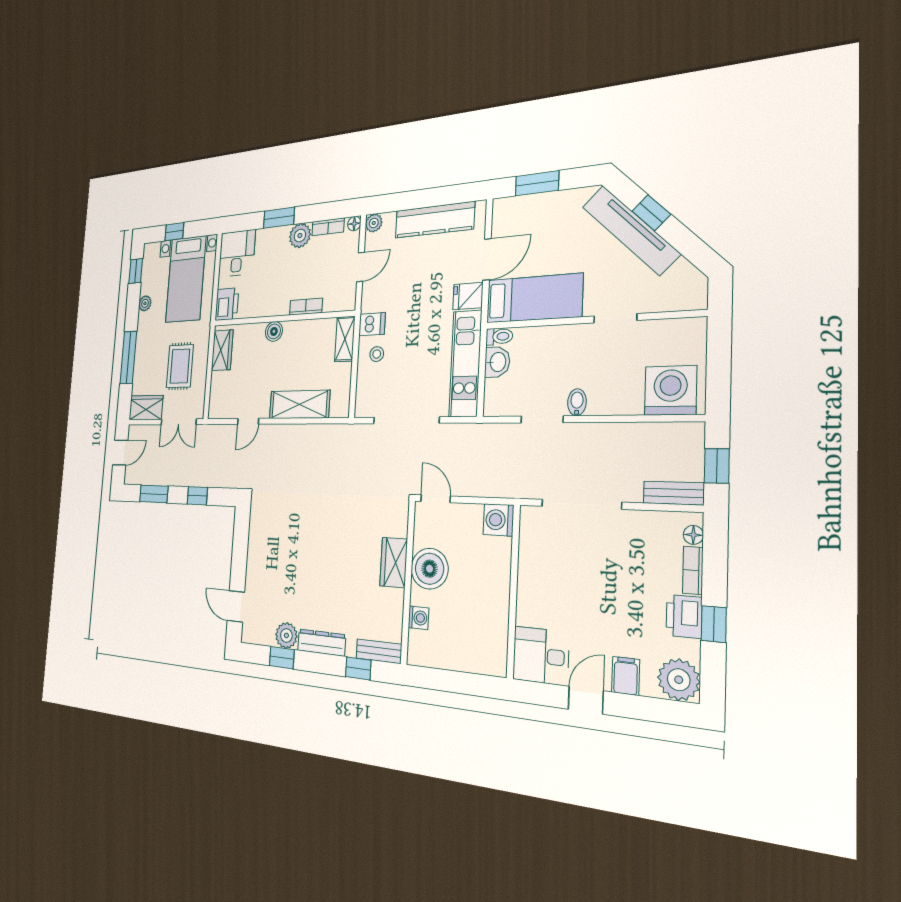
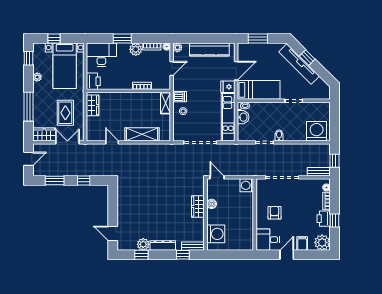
desk: (237, 253) -> (101, 55), width x1.37
boiler: (274, 331) -> (124, 97), removed
door: (248, 421) -> (112, 142), swing flipped
double door: (179, 422) -> (67, 142), swing flipped
boiler: (429, 569) -> (212, 204), width x0.54, depth x0.54
armchair: (560, 590) -> (275, 213), added
washing machine: (418, 618) -> (216, 234), width x1.89, depth x1.89

